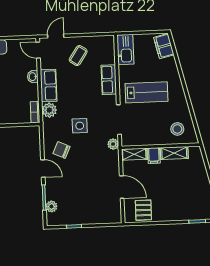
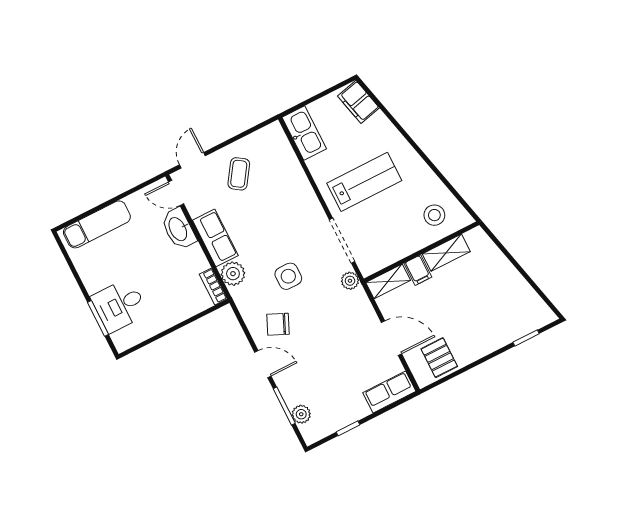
washbasin: (33, 77) -> (178, 229), width x1.91, depth x1.45
row of seats: (109, 80) -> (389, 392), moved, turned 90

